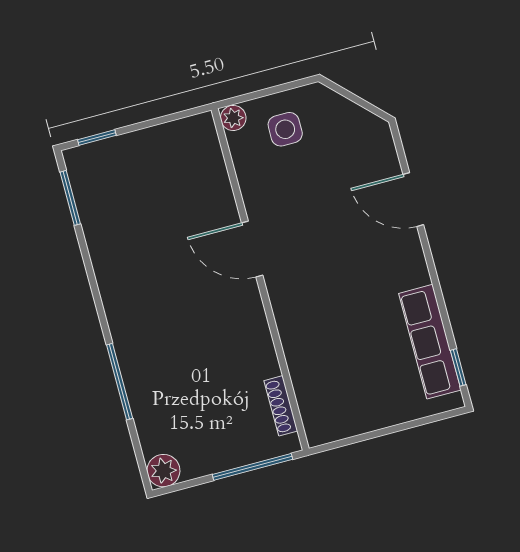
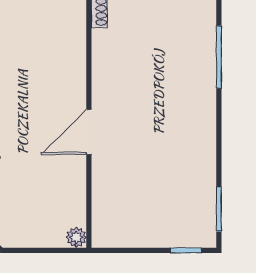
side table: (285, 129) -> (38, 218), removed
door: (252, 249) -> (89, 132), swing flipped

